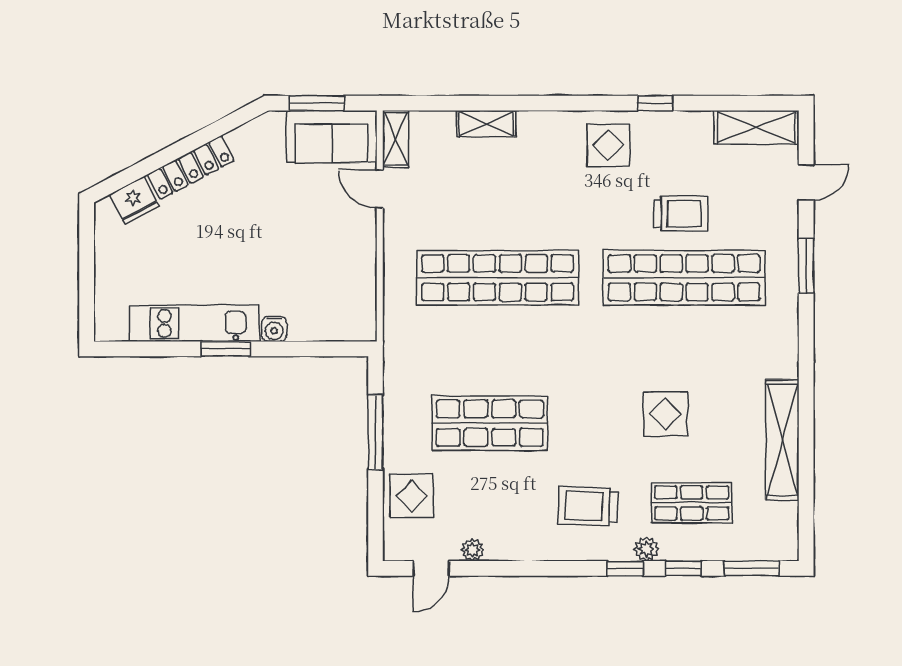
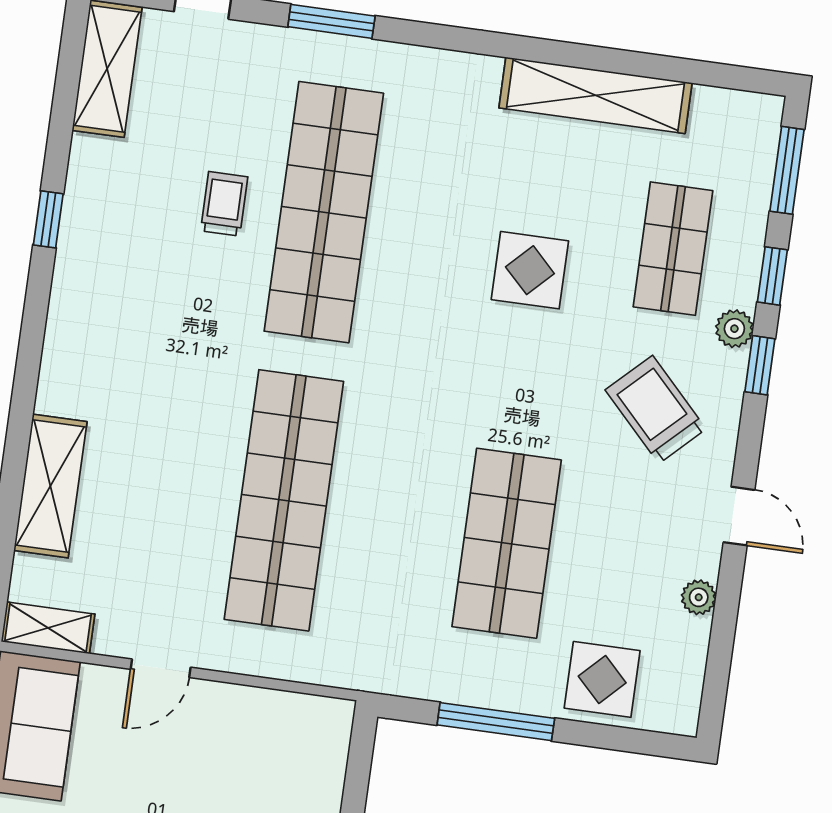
shelving: (486, 124) -> (50, 486), width x1.50, depth x1.33
display table: (608, 145) -> (103, 301), removed
door: (380, 189) -> (161, 668), moved
trolley: (681, 214) -> (224, 204), width x0.73, depth x0.72
trolley: (588, 506) -> (656, 409), turned 134
door: (431, 568) -> (739, 516), moved

